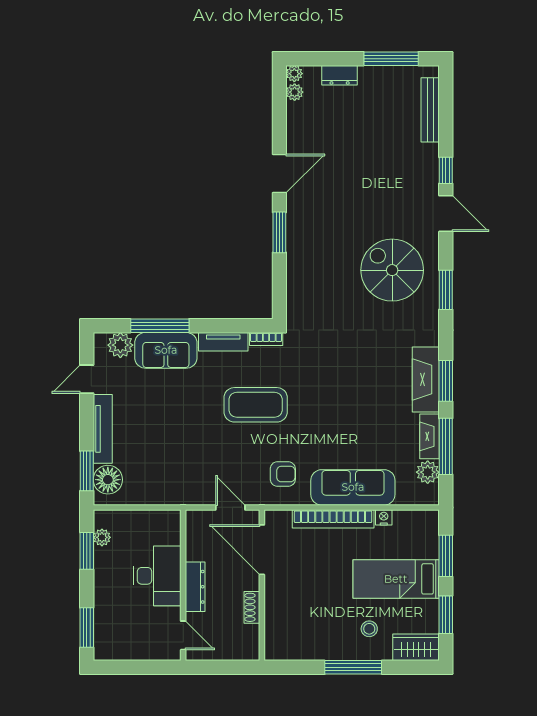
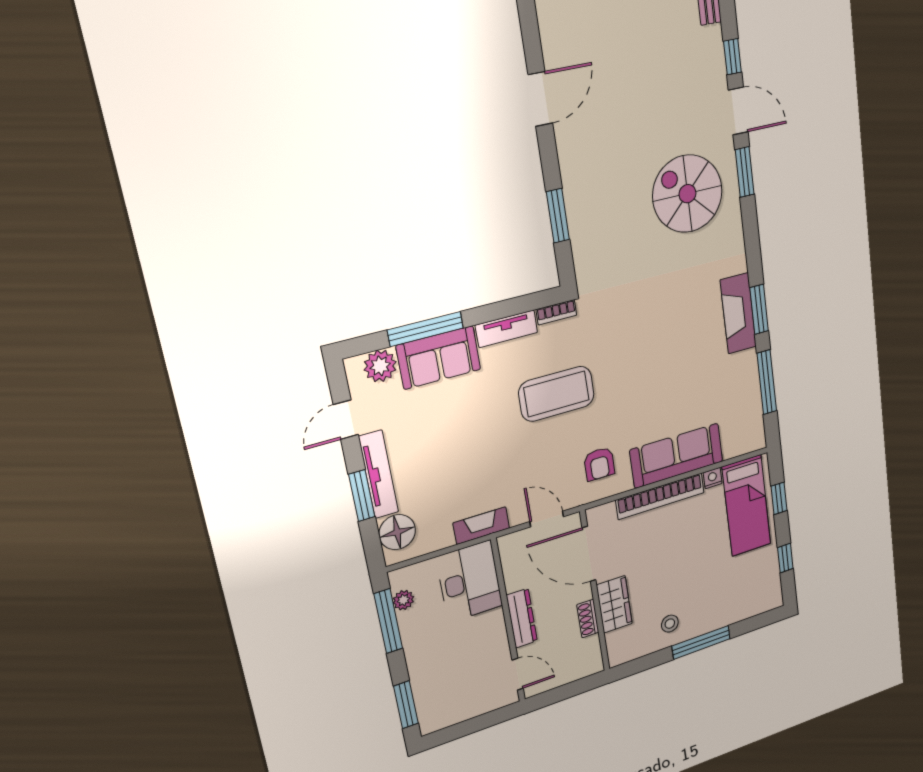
window: (279, 232) -> (558, 216), moved
window: (446, 290) -> (745, 172), moved
fireplace: (430, 436) -> (481, 526), moved, turned 90
window: (87, 471) -> (362, 496), moved
plant: (428, 472) -> (752, 416), removed
armchair: (283, 474) -> (599, 464), turned 90
window: (87, 551) -> (388, 621), width x1.44
window: (446, 556) -> (779, 498), width x0.67
desk: (157, 576) -> (469, 581), moved
bed: (396, 579) -> (746, 506), moved, turned -90
window: (446, 615) -> (785, 558), width x0.67
stool: (369, 629) -> (670, 624), moved
wardrobe: (416, 647) -> (614, 604), moved, turned 90

